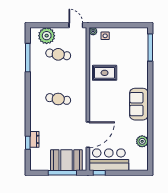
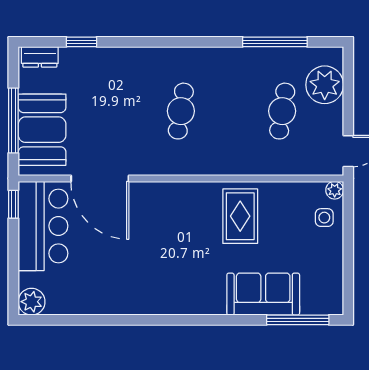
sofa: (139, 104) -> (263, 294), moved
dresser: (34, 139) -> (40, 57), moved
plant: (142, 141) -> (32, 302), moved

